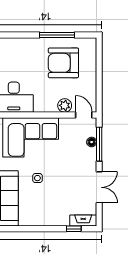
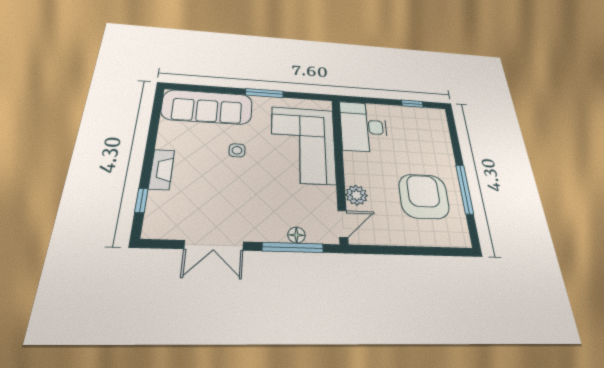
fireplace: (83, 220) -> (162, 169), moved

